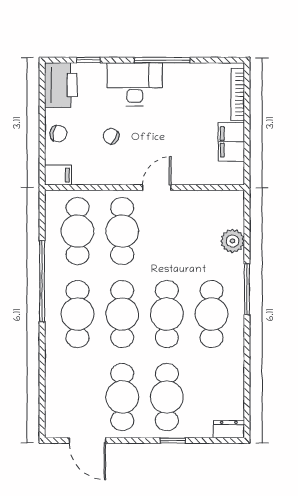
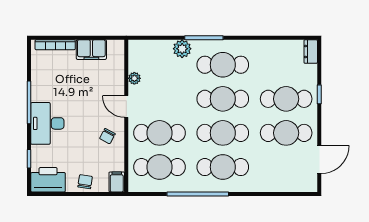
chair: (111, 136) -> (107, 136), moved
plant: (194, 198) -> (134, 78), added
plant: (233, 241) -> (182, 49), moved

